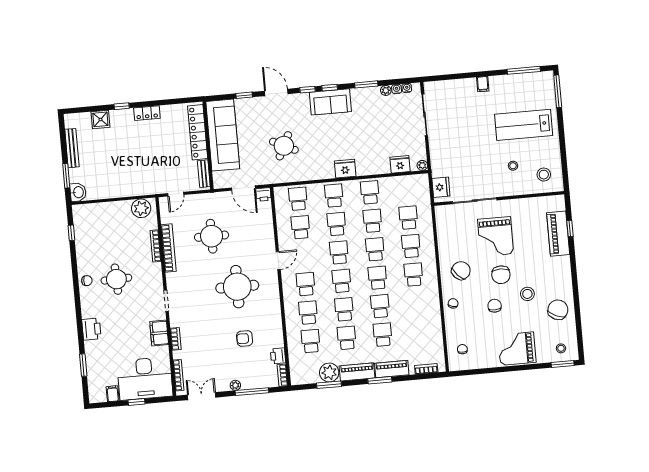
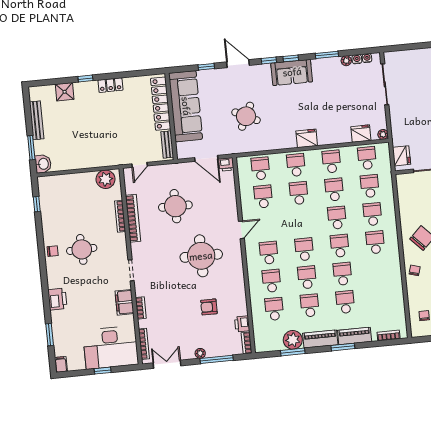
school desk: (339, 252) -> (367, 158), moved
filing cabinet: (113, 394) -> (61, 364), moved

